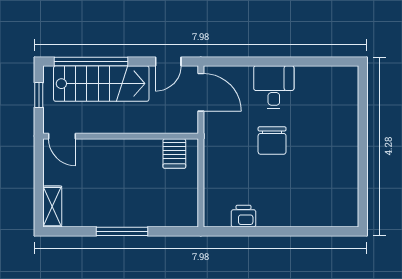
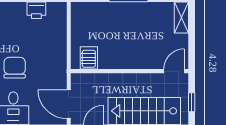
door: (62, 136) -> (174, 71), hinge flipped

